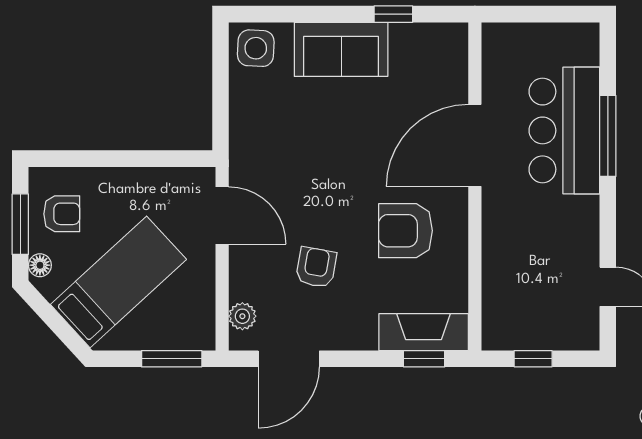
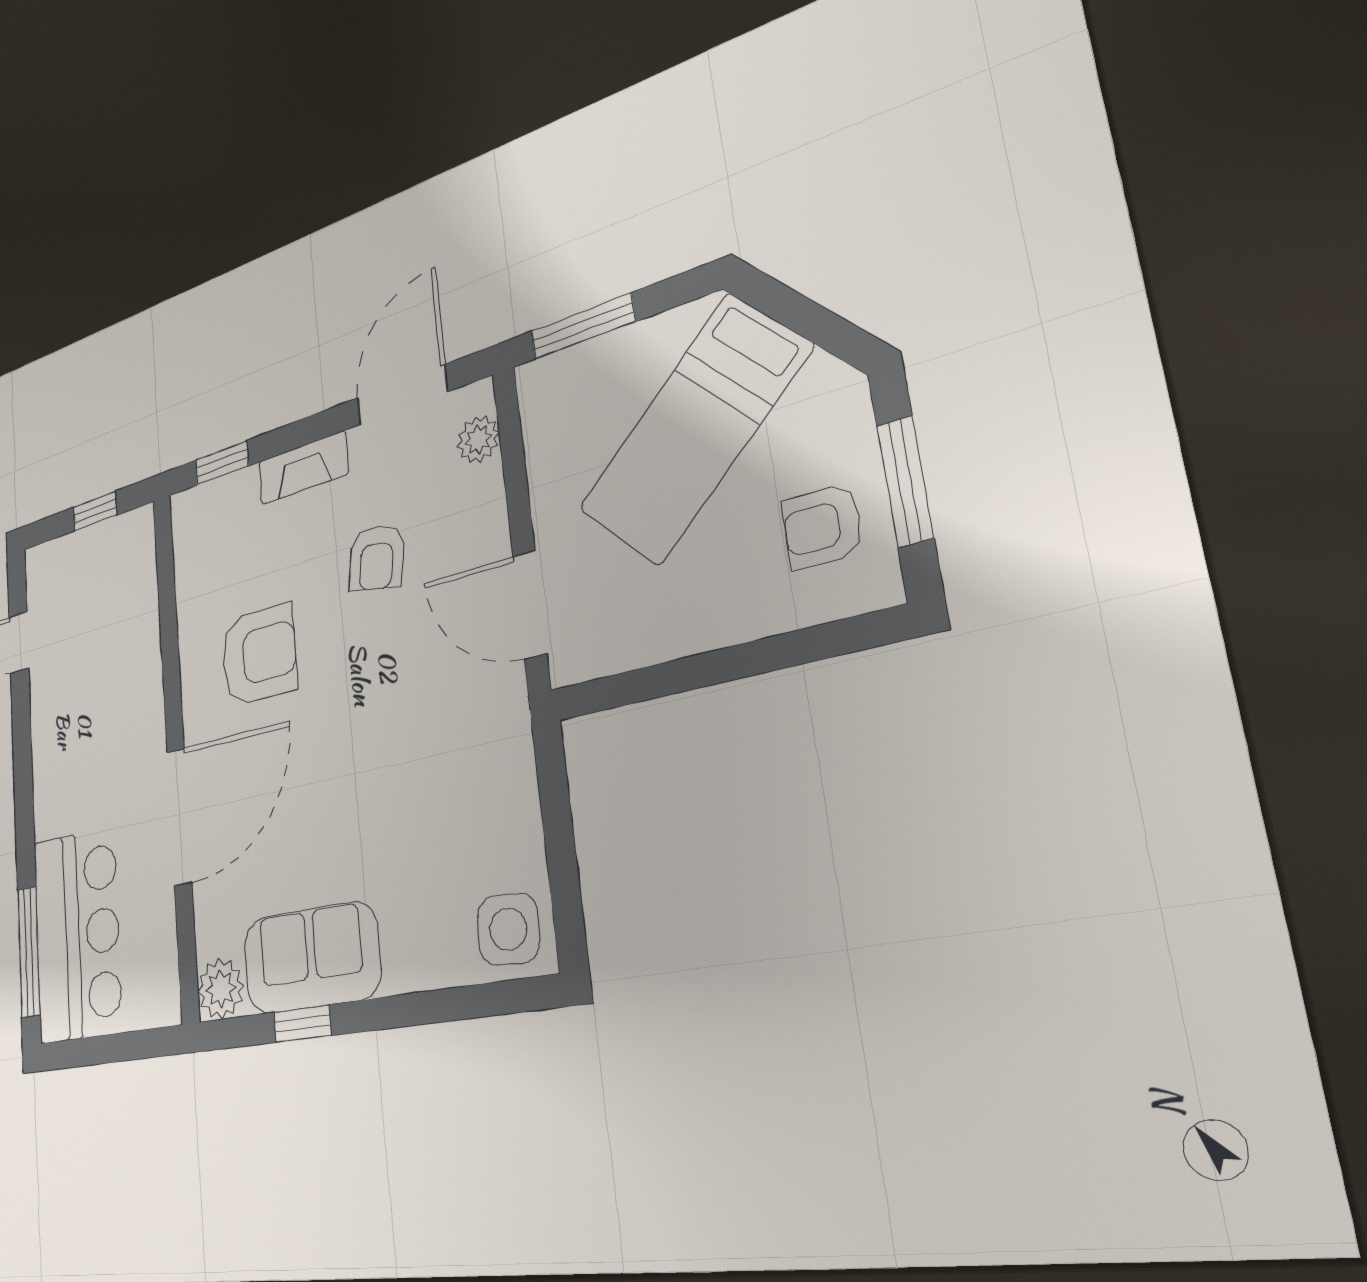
plant: (451, 40) -> (221, 989), added
sofa: (341, 49) -> (311, 958), moved
bar counter: (564, 130) -> (77, 935), moved
window: (608, 136) -> (29, 952), moved
floor lamp: (40, 265) -> (850, 412), removed
fireplace: (424, 332) -> (303, 468), moved, width x0.73, depth x0.76

